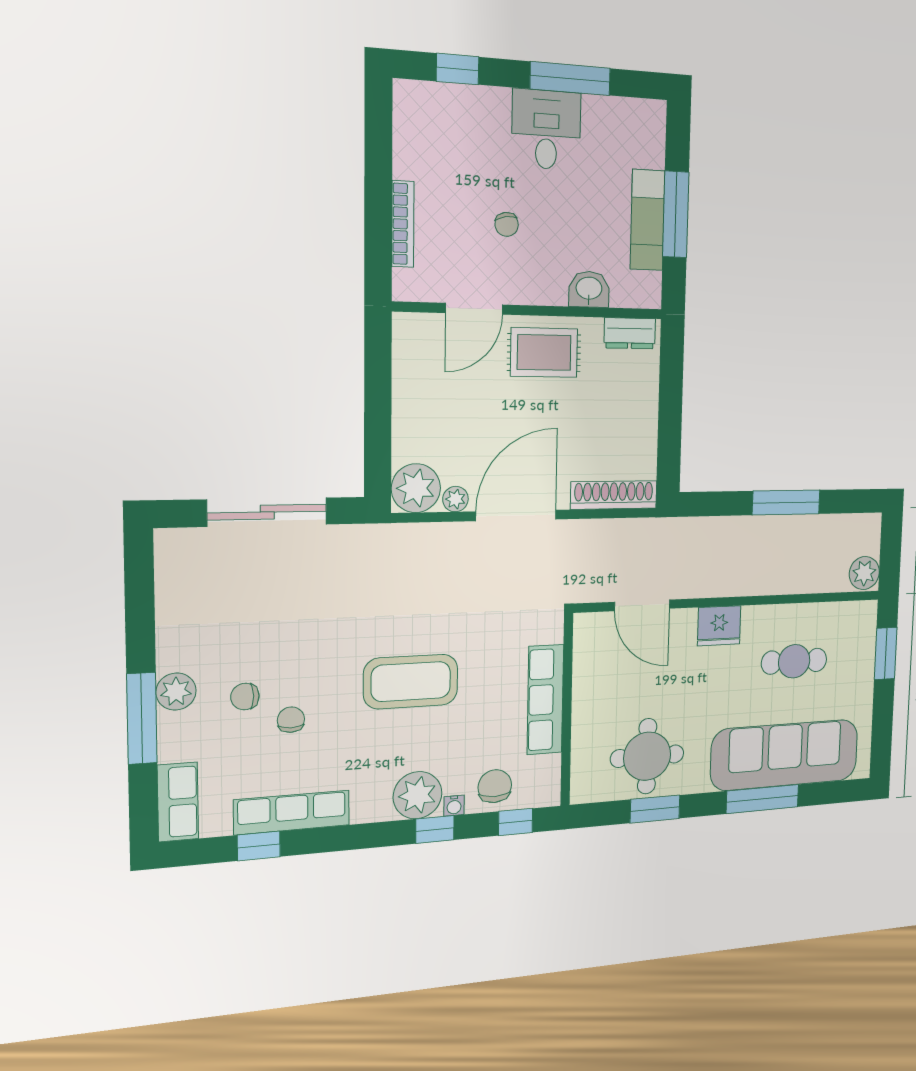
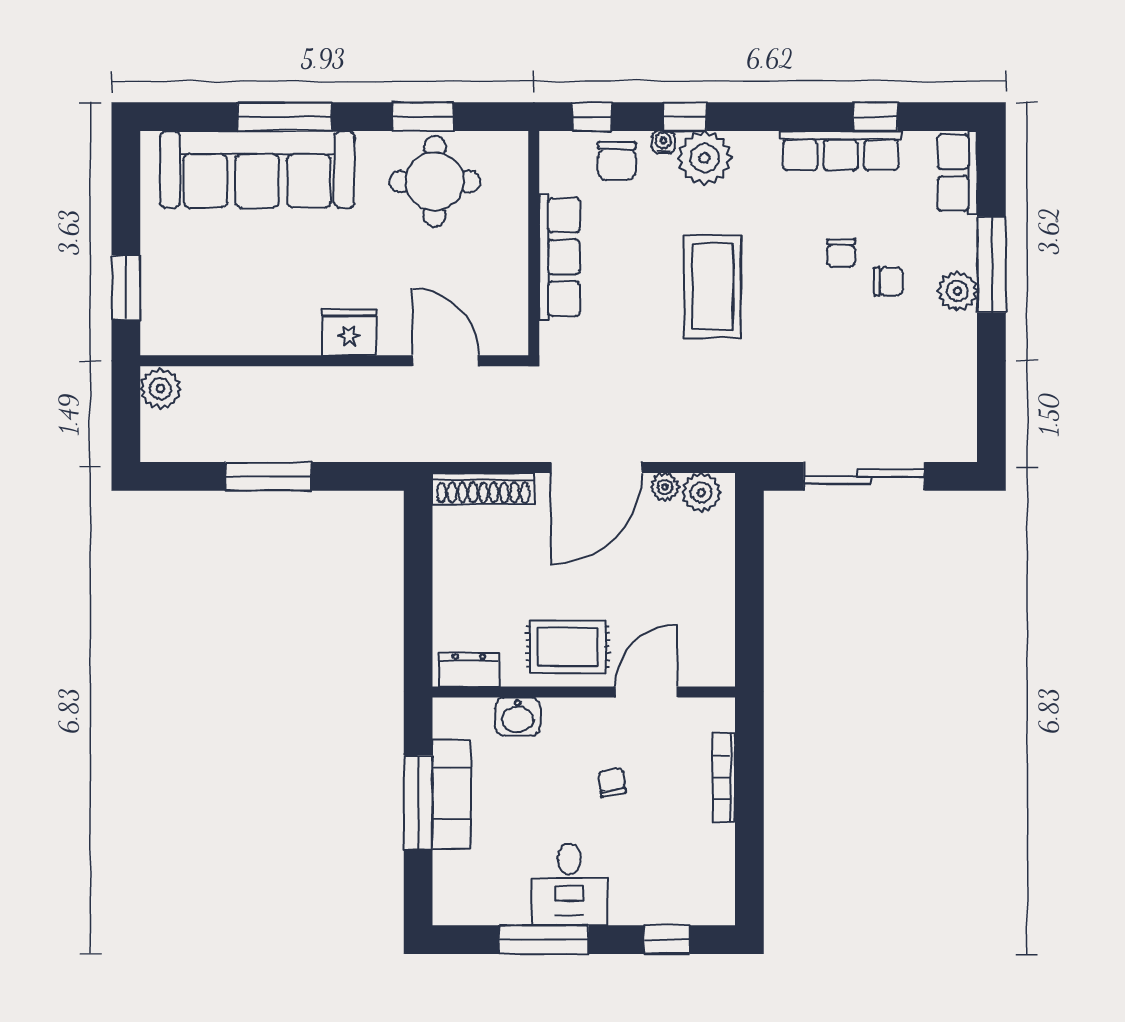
plant: (416, 488) -> (701, 492), width x0.73, depth x0.73
cafe table: (794, 661) -> (250, 284), removed
coffee table: (411, 682) -> (713, 287), turned 90

